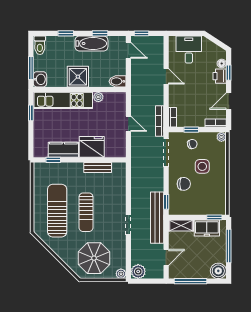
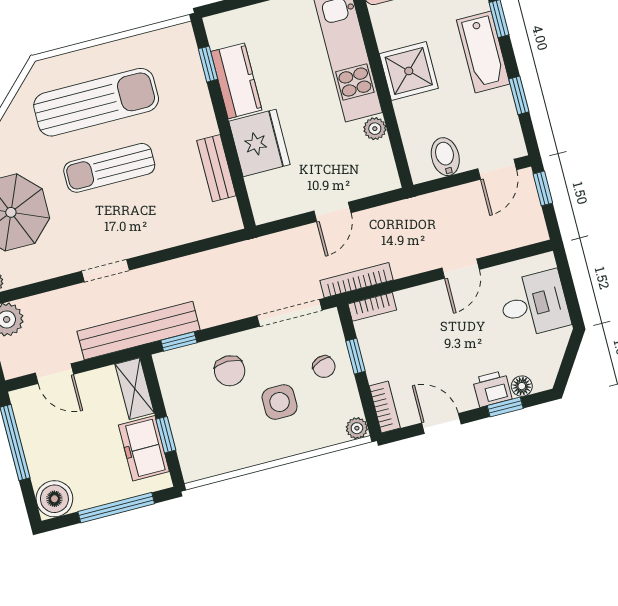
bathtub: (91, 43) -> (483, 52), moved
bidet: (118, 81) -> (445, 157), moved
window: (214, 217) -> (166, 435), moved

